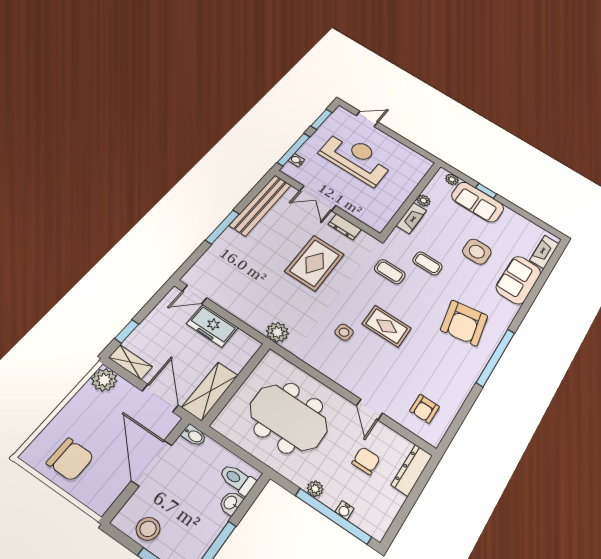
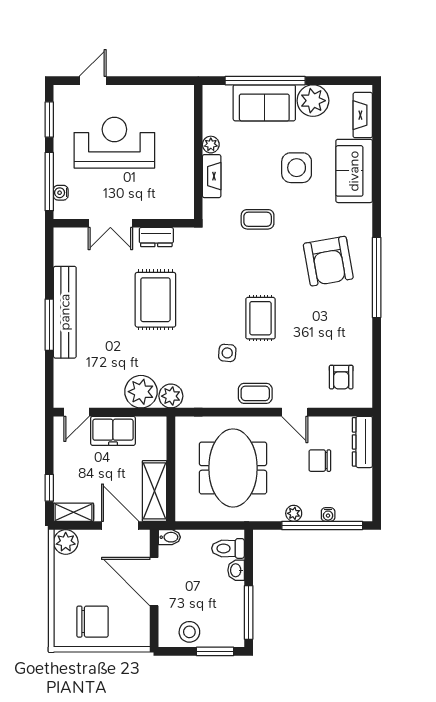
plant: (452, 179) -> (313, 101), moved, width x1.88, depth x1.88
window: (486, 191) -> (265, 81), width x3.17
bench: (261, 205) -> (65, 312), moved
coffee table: (390, 272) -> (255, 393), moved
plant: (256, 314) -> (141, 392), added
rug: (387, 326) -> (260, 318), turned 90
meeting table: (289, 418) -> (233, 468), turned 90
chair: (366, 461) -> (320, 461), turned -89

